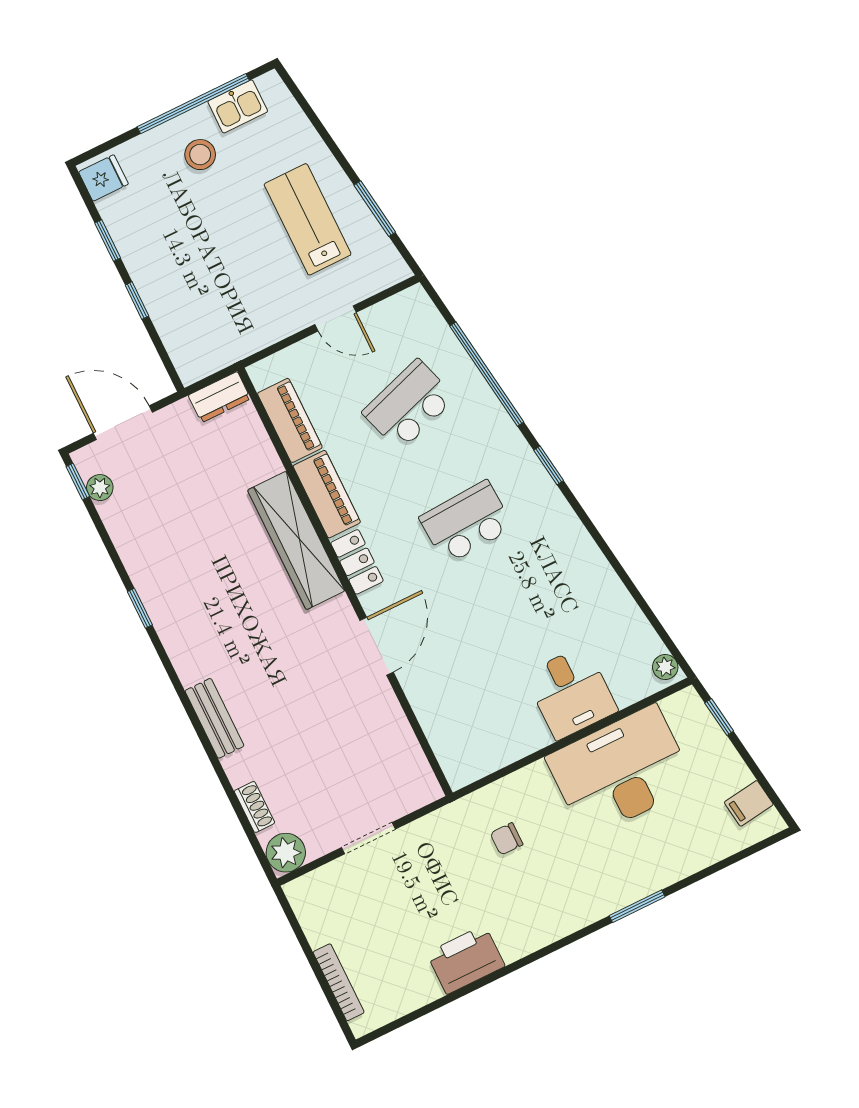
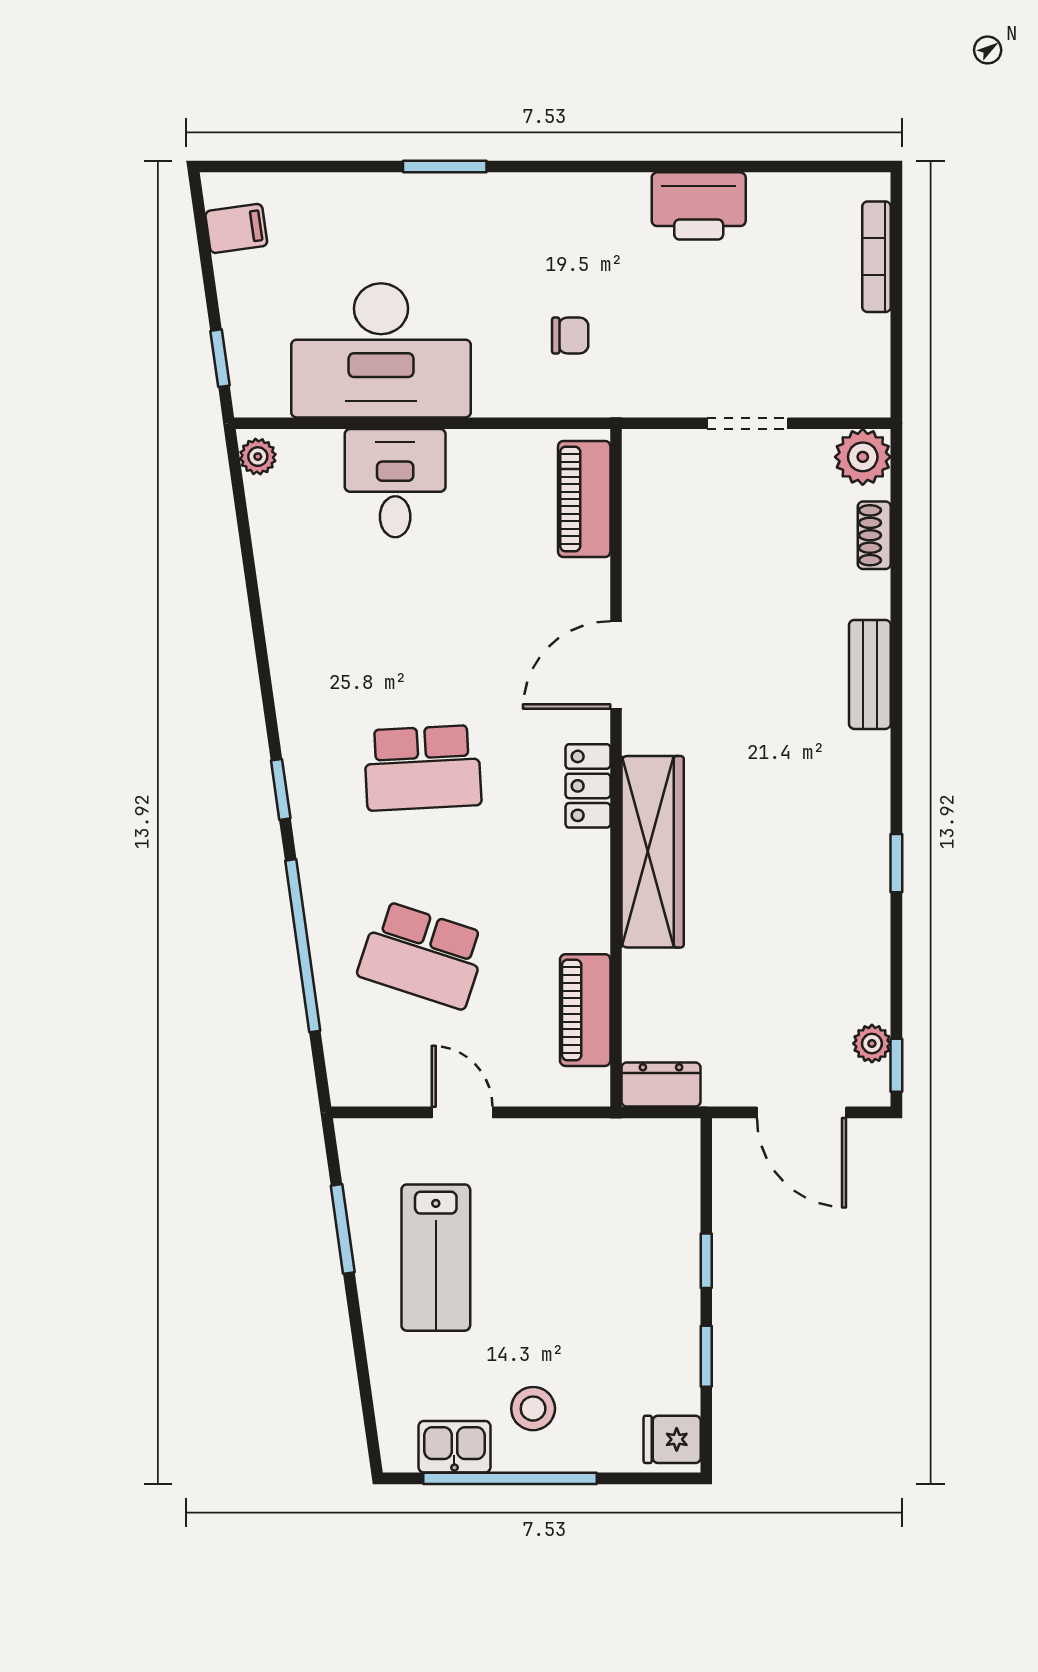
school desk: (409, 405) -> (423, 955), turned 36
piano: (327, 494) -> (584, 499), moved

